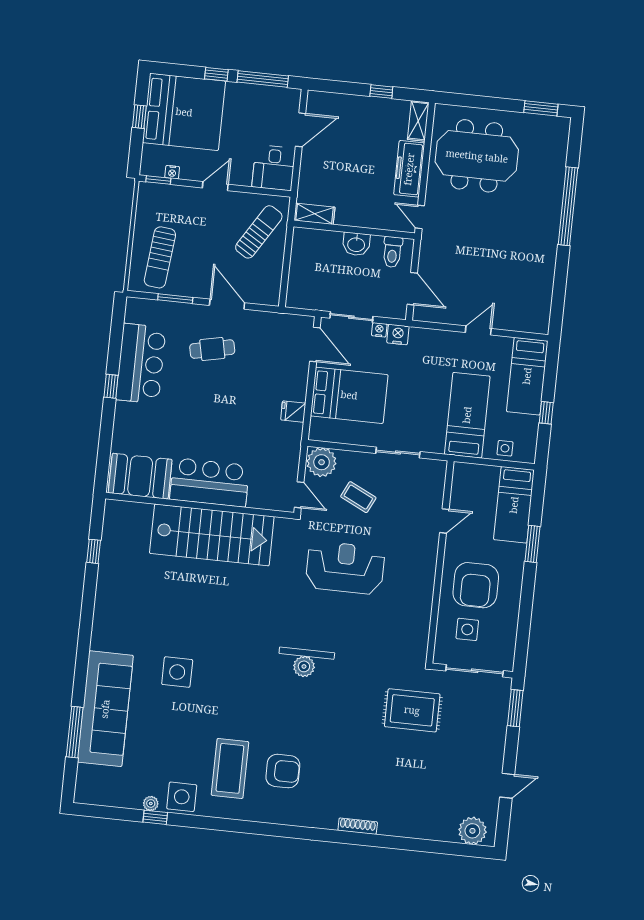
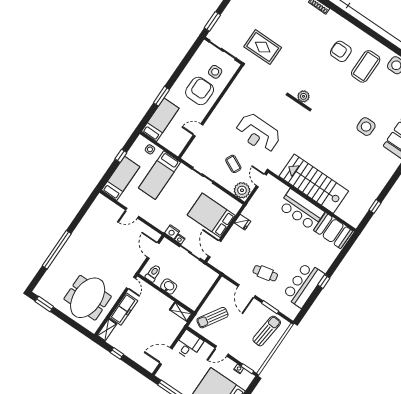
meeting table: (477, 156) -> (88, 298), turned 90

